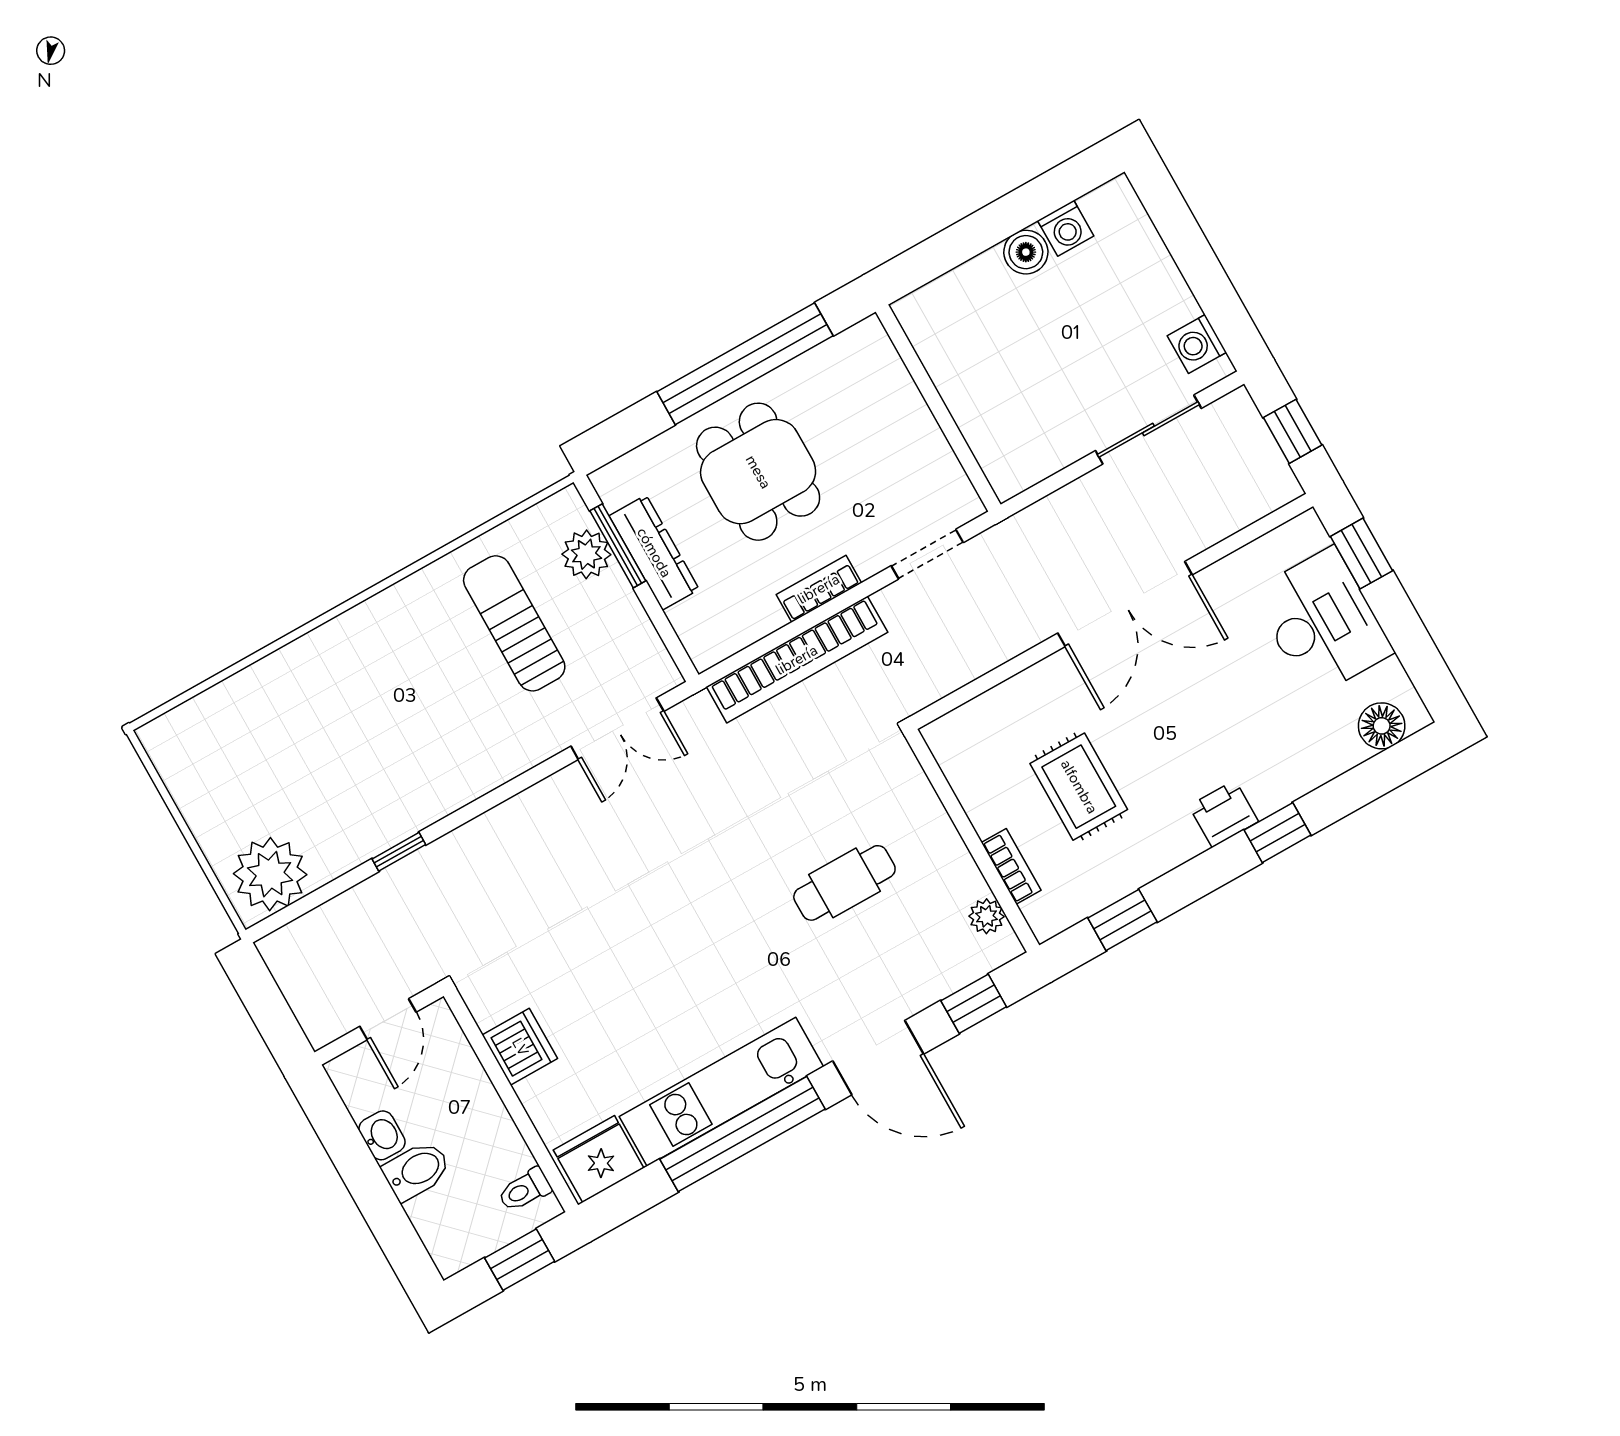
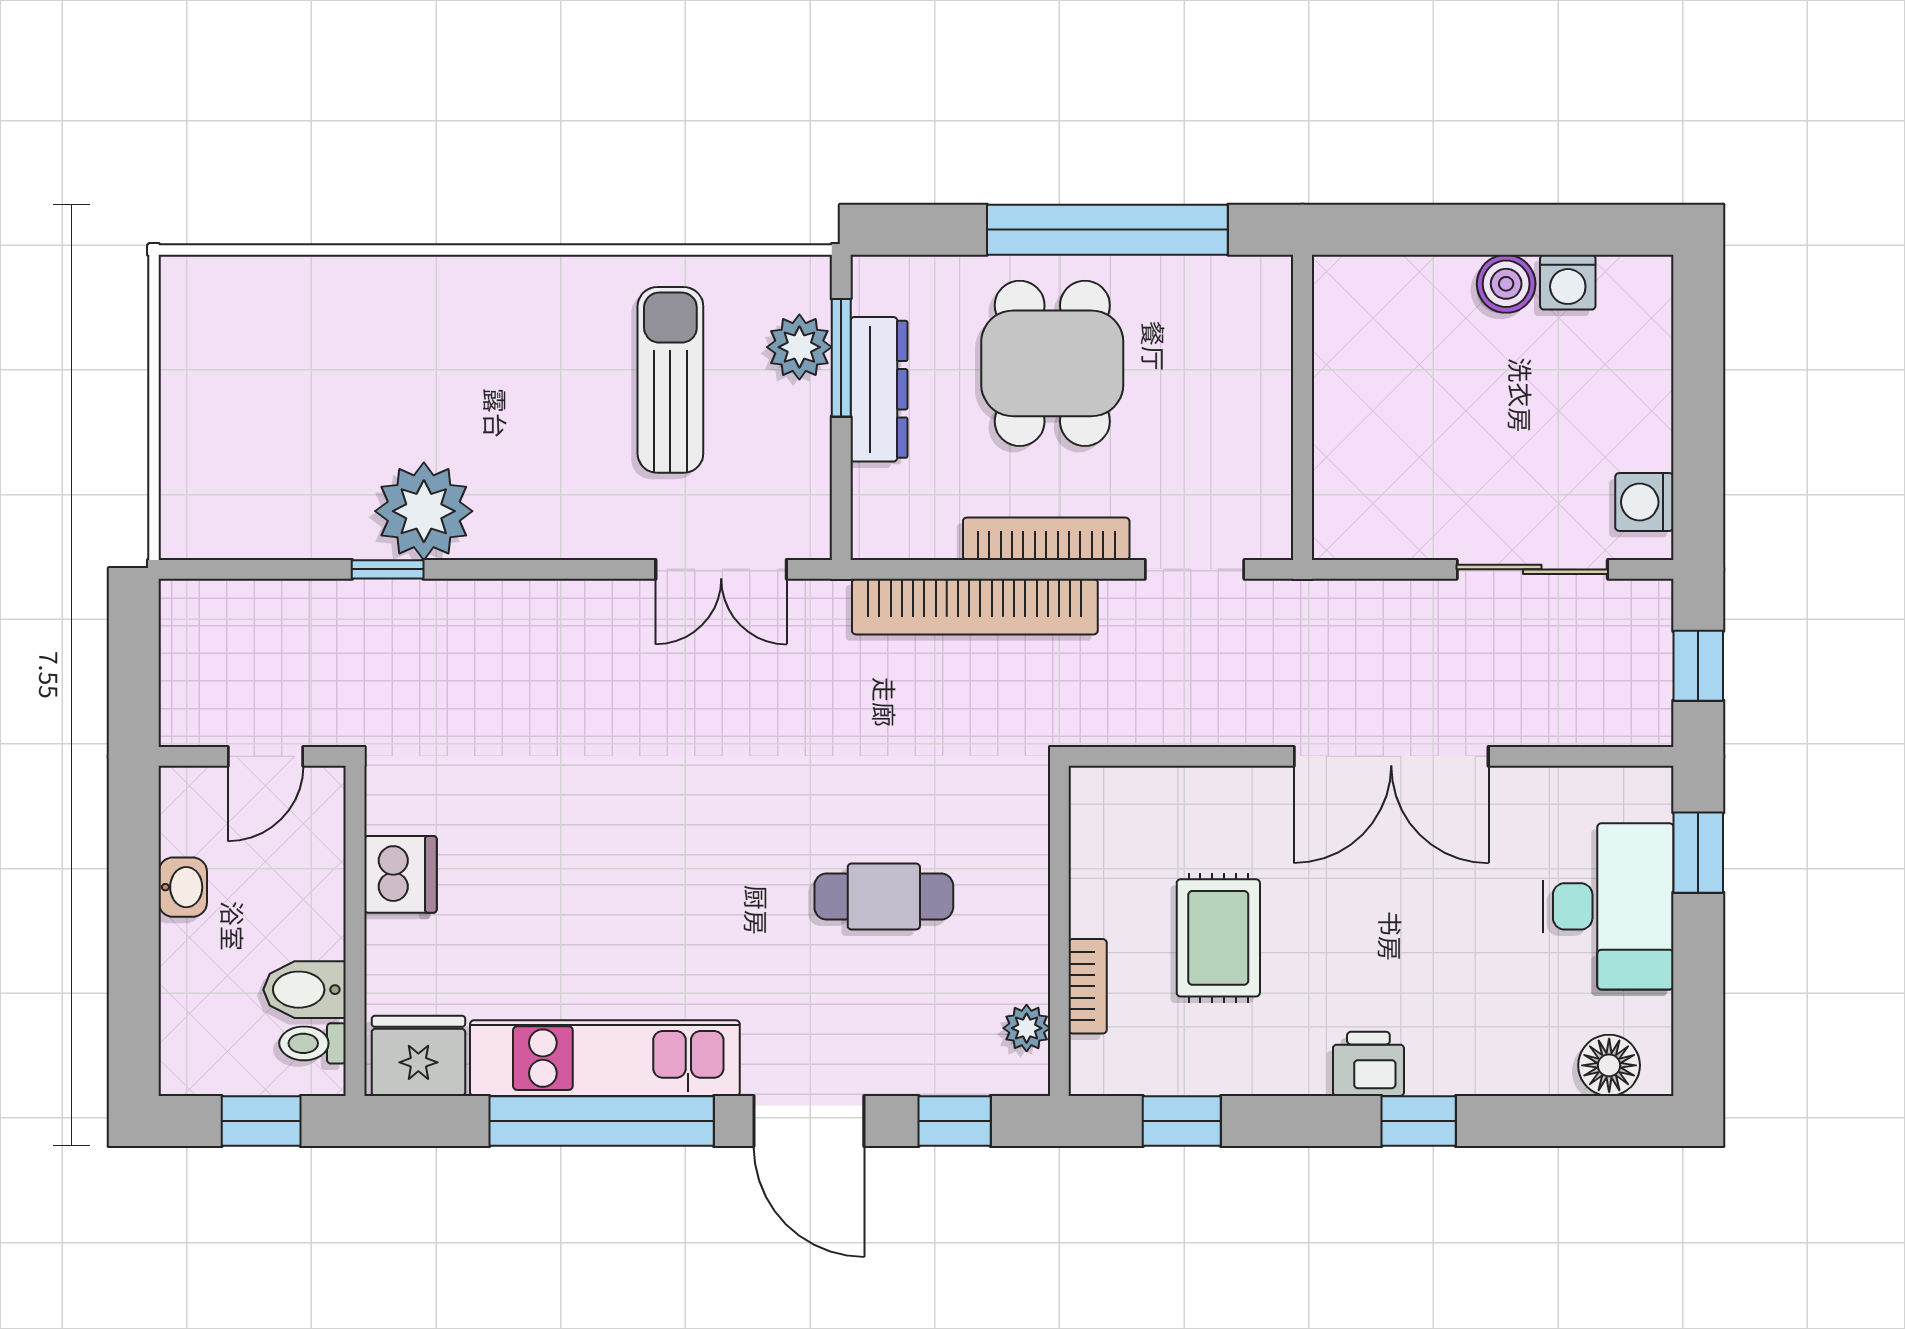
bookcase: (819, 589) -> (1046, 539), width x1.56
plant: (270, 874) -> (424, 511), moved
bidet: (417, 1171) -> (304, 990), moved, turned 180

